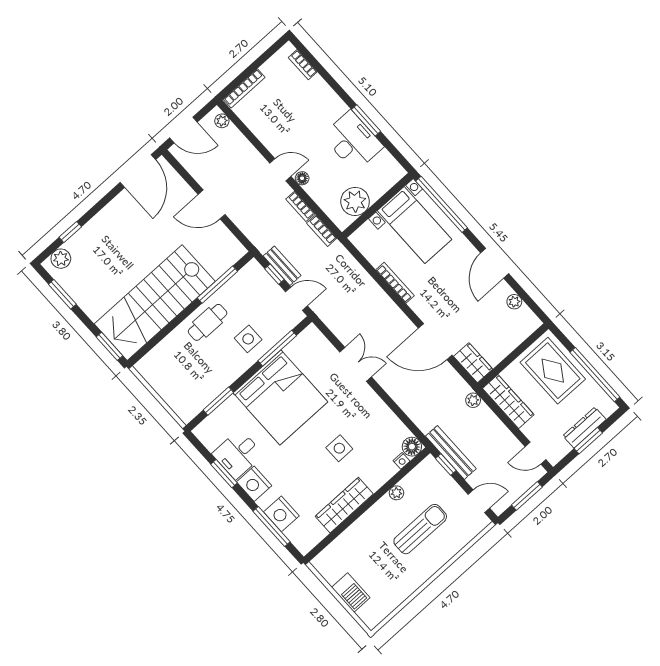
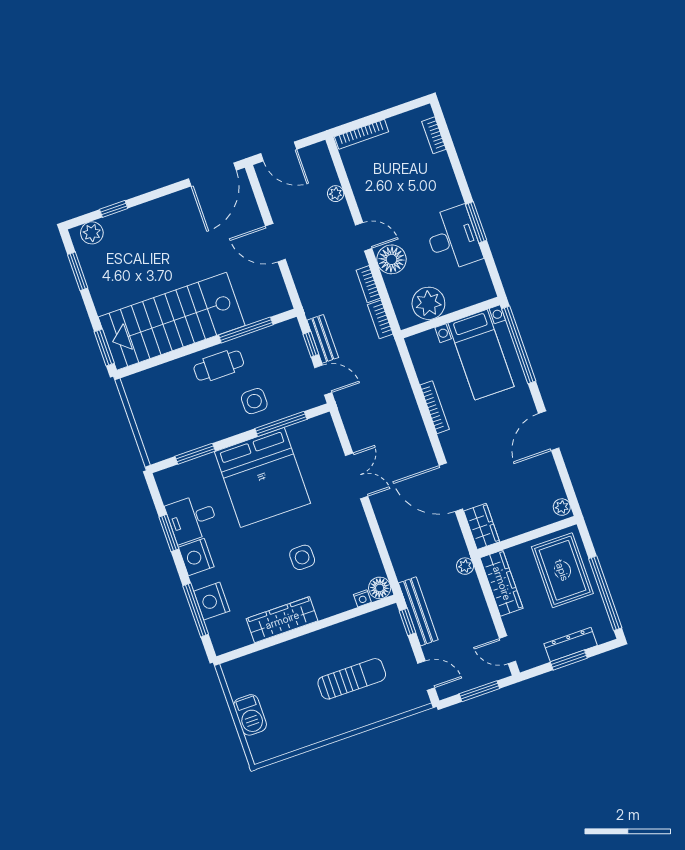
plant: (222, 121) -> (336, 194), moved
floor lamp: (302, 178) -> (391, 259), width x1.89, depth x1.89
plant: (514, 302) -> (562, 507), moved
plant: (396, 493) -> (343, 630), removed

